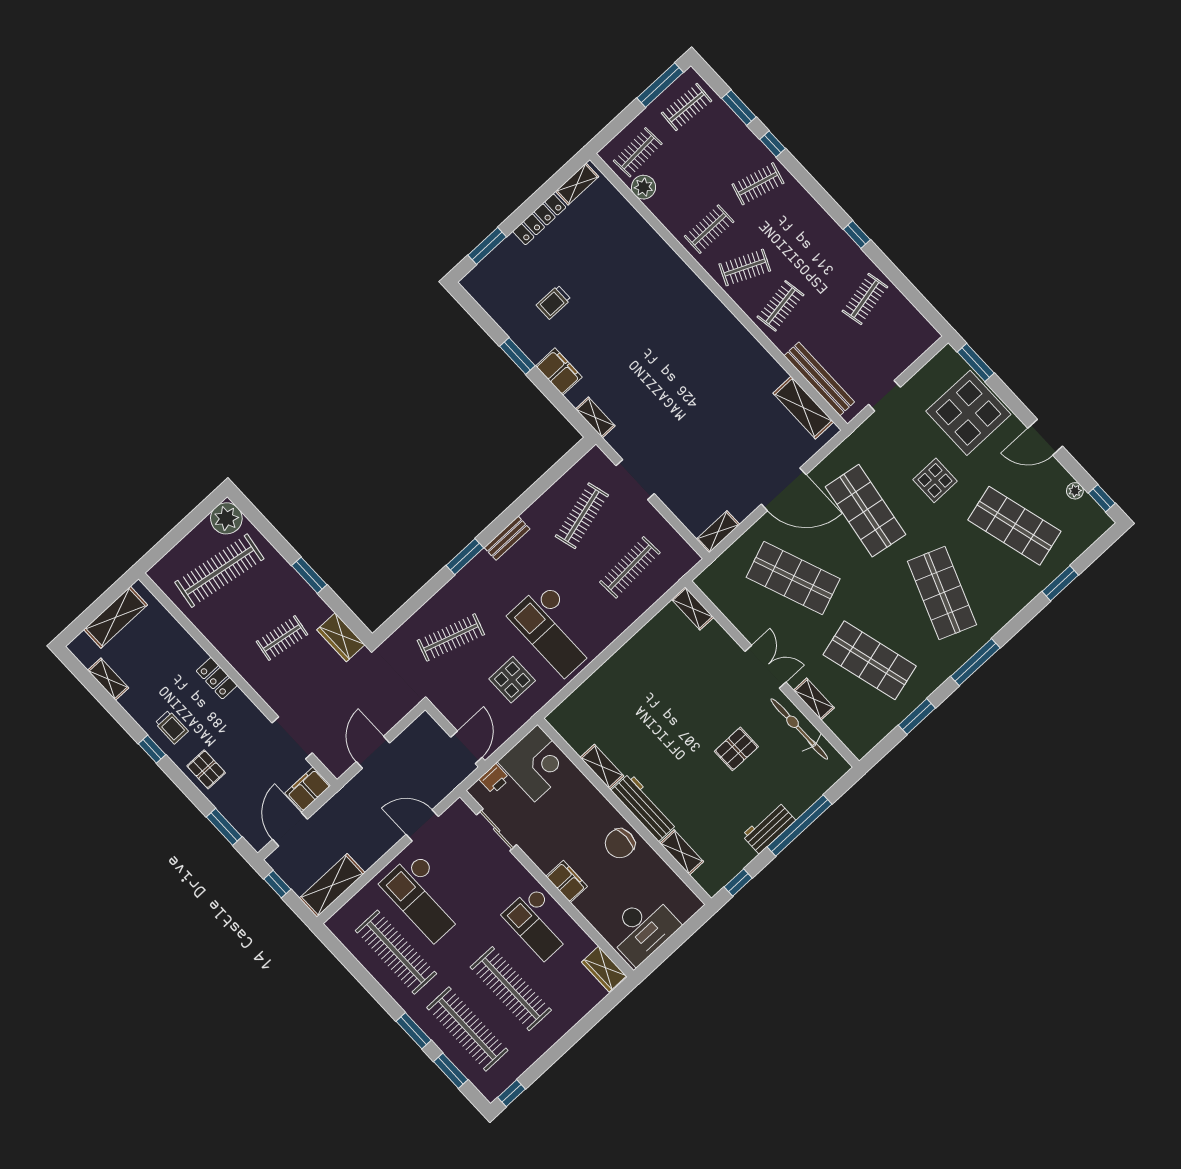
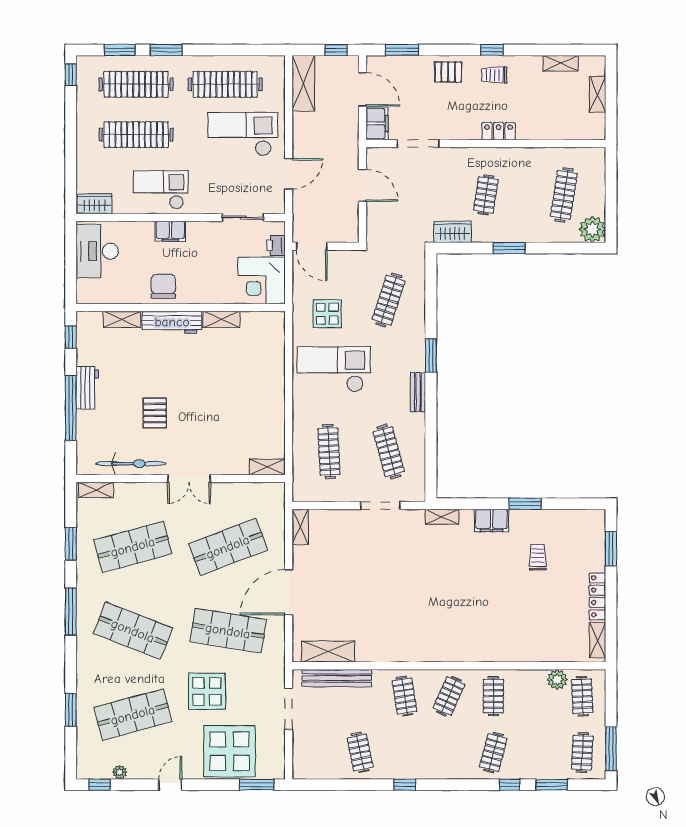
doorway: (884, 396) -> (289, 709), width x1.38
door: (1045, 437) -> (170, 785), width x0.73
display table: (935, 480) -> (207, 691), width x1.36, depth x1.36
clothes rail: (219, 571) -> (564, 195), width x0.73, depth x0.76
shelving: (116, 617) -> (597, 94), width x0.67, depth x0.75
shelving: (814, 699) -> (96, 490), moved

